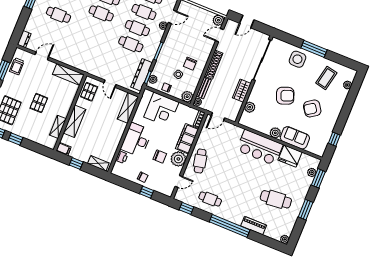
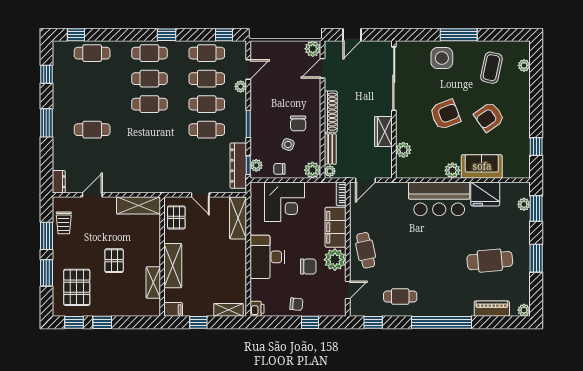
printer: (122, 157) -> (257, 309), moved
piano: (254, 225) -> (492, 309), moved

